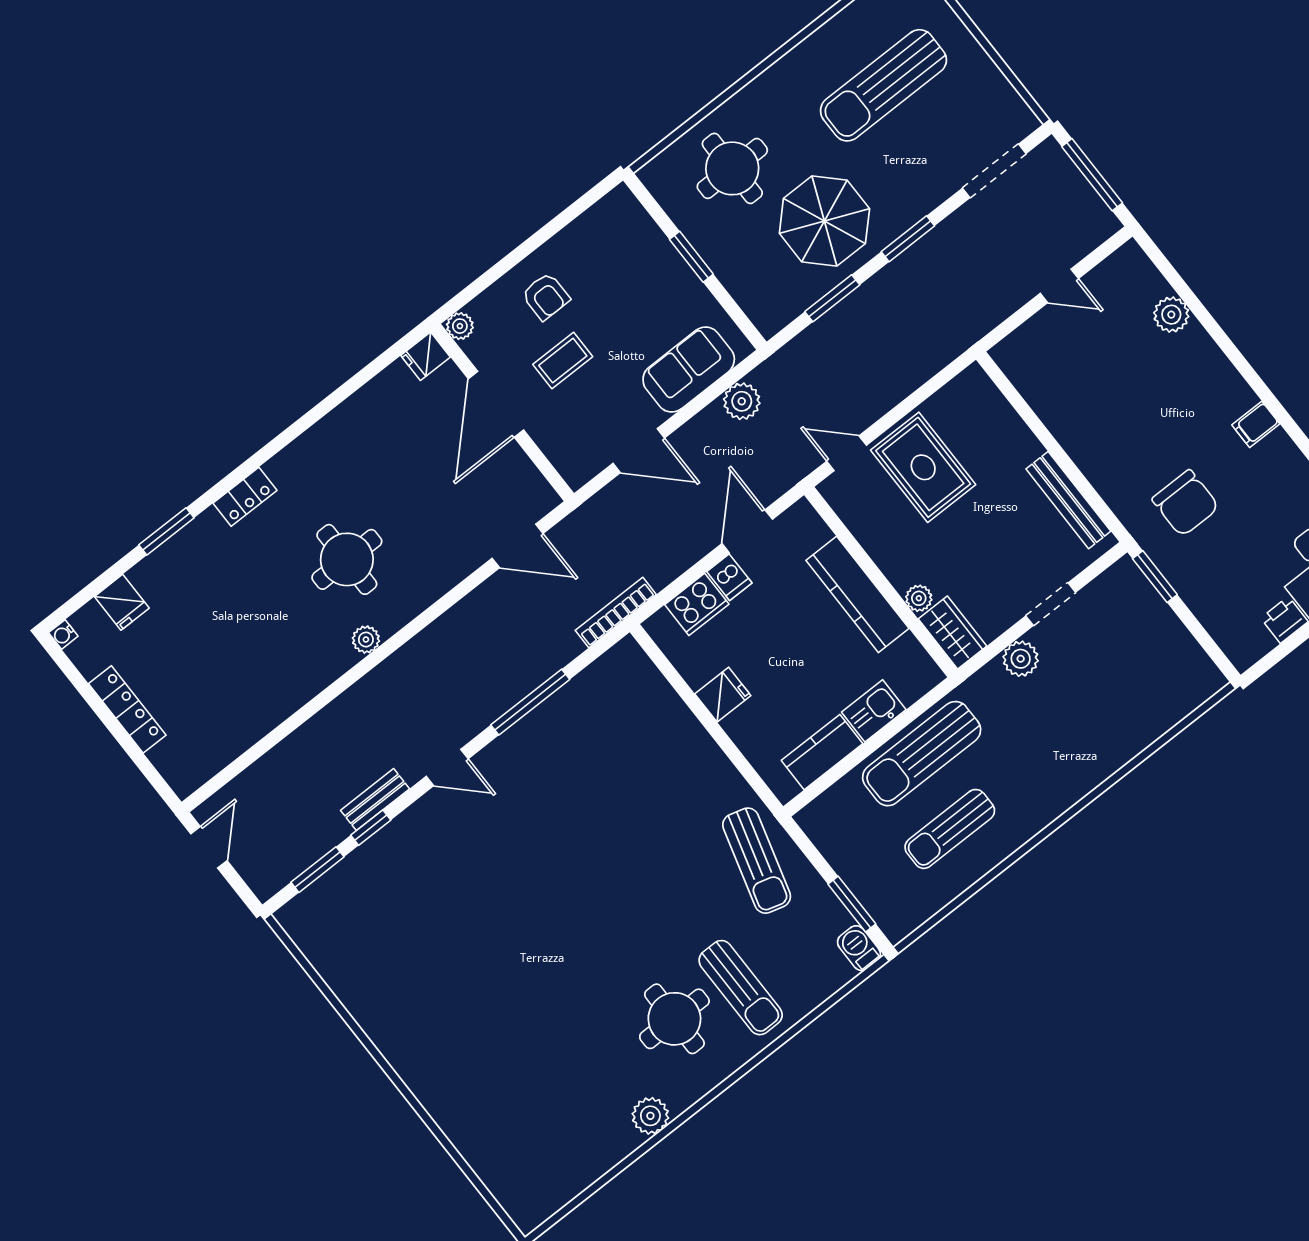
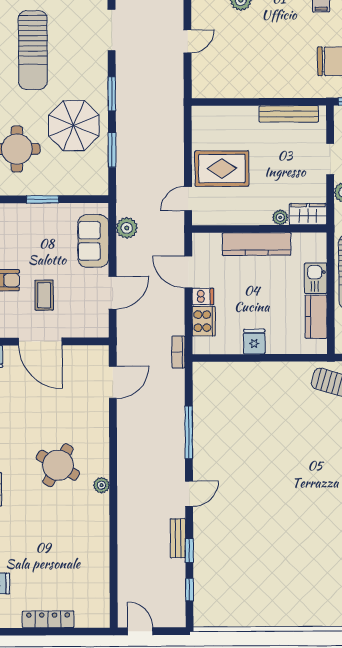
round table: (347, 559) -> (58, 465), turned 30
bookcase: (616, 612) -> (178, 352), width x0.64
window: (317, 870) -> (189, 590), width x0.67

